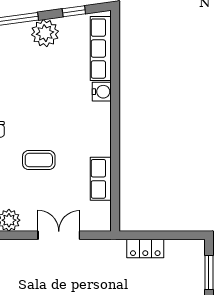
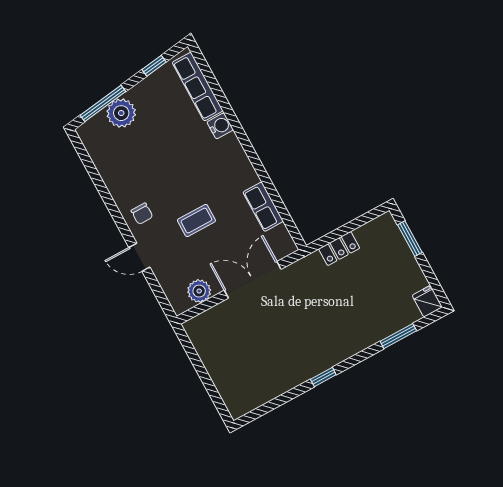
plant: (45, 33) -> (121, 113), moved
double door: (59, 235) -> (253, 280), width x1.37

